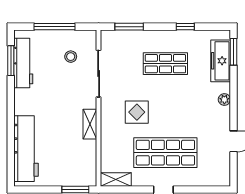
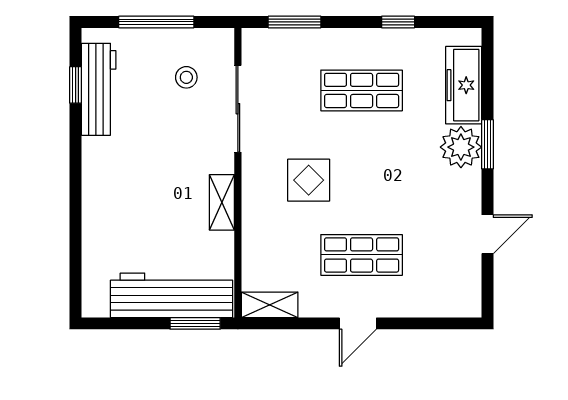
window: (234, 52) -> (488, 144), moved
window: (11, 61) -> (76, 85), width x0.67
plant: (224, 100) -> (461, 147), width x1.87, depth x1.87
workbench: (26, 149) -> (172, 295), moved, turned -90
shop shelf: (165, 153) -> (362, 255), width x0.70, depth x0.74

